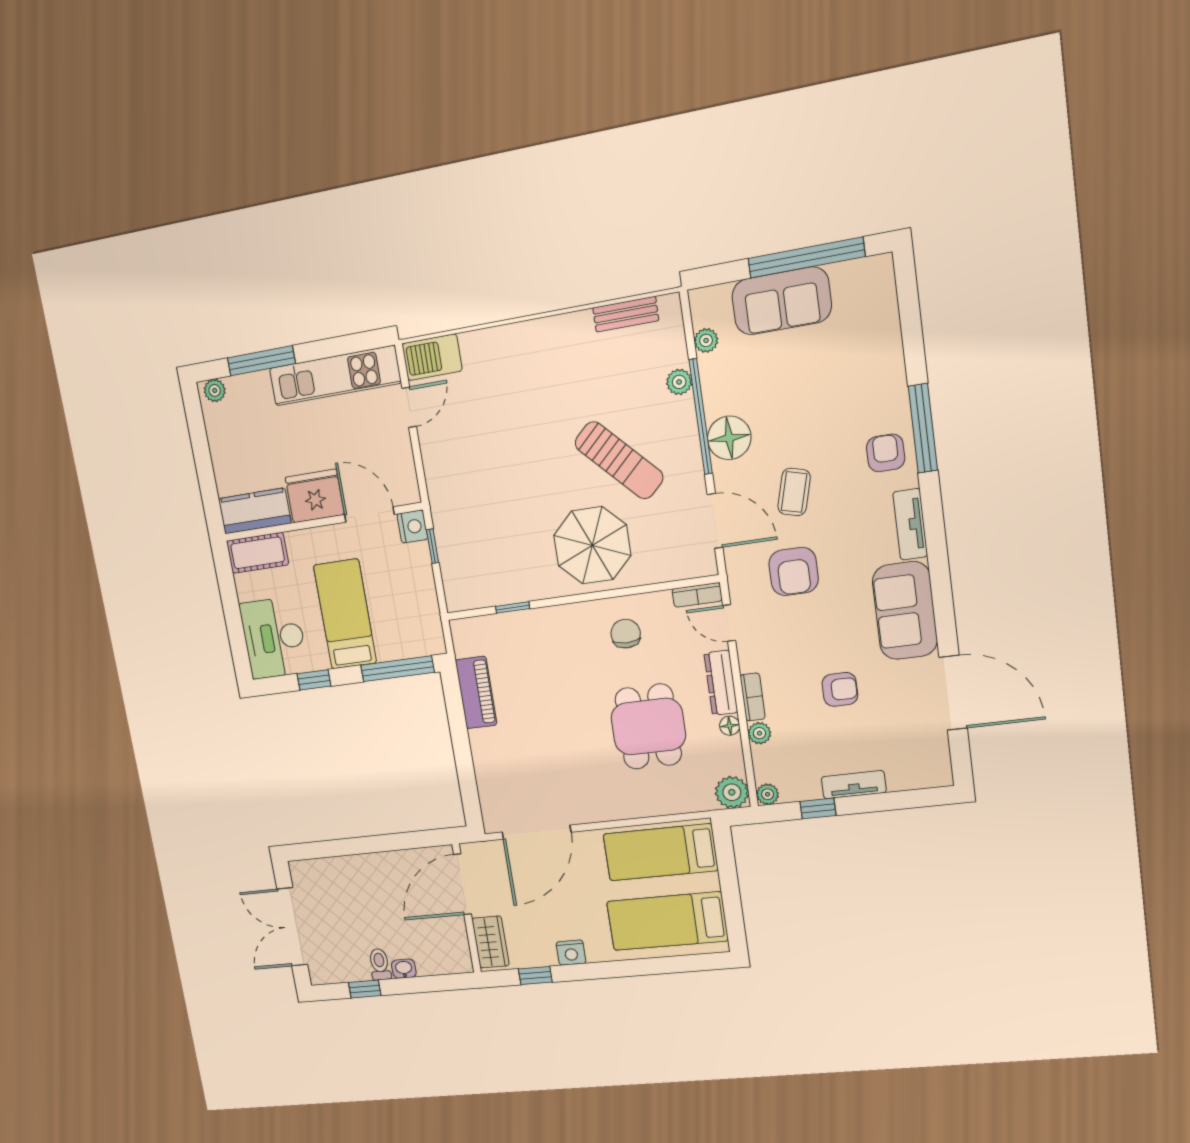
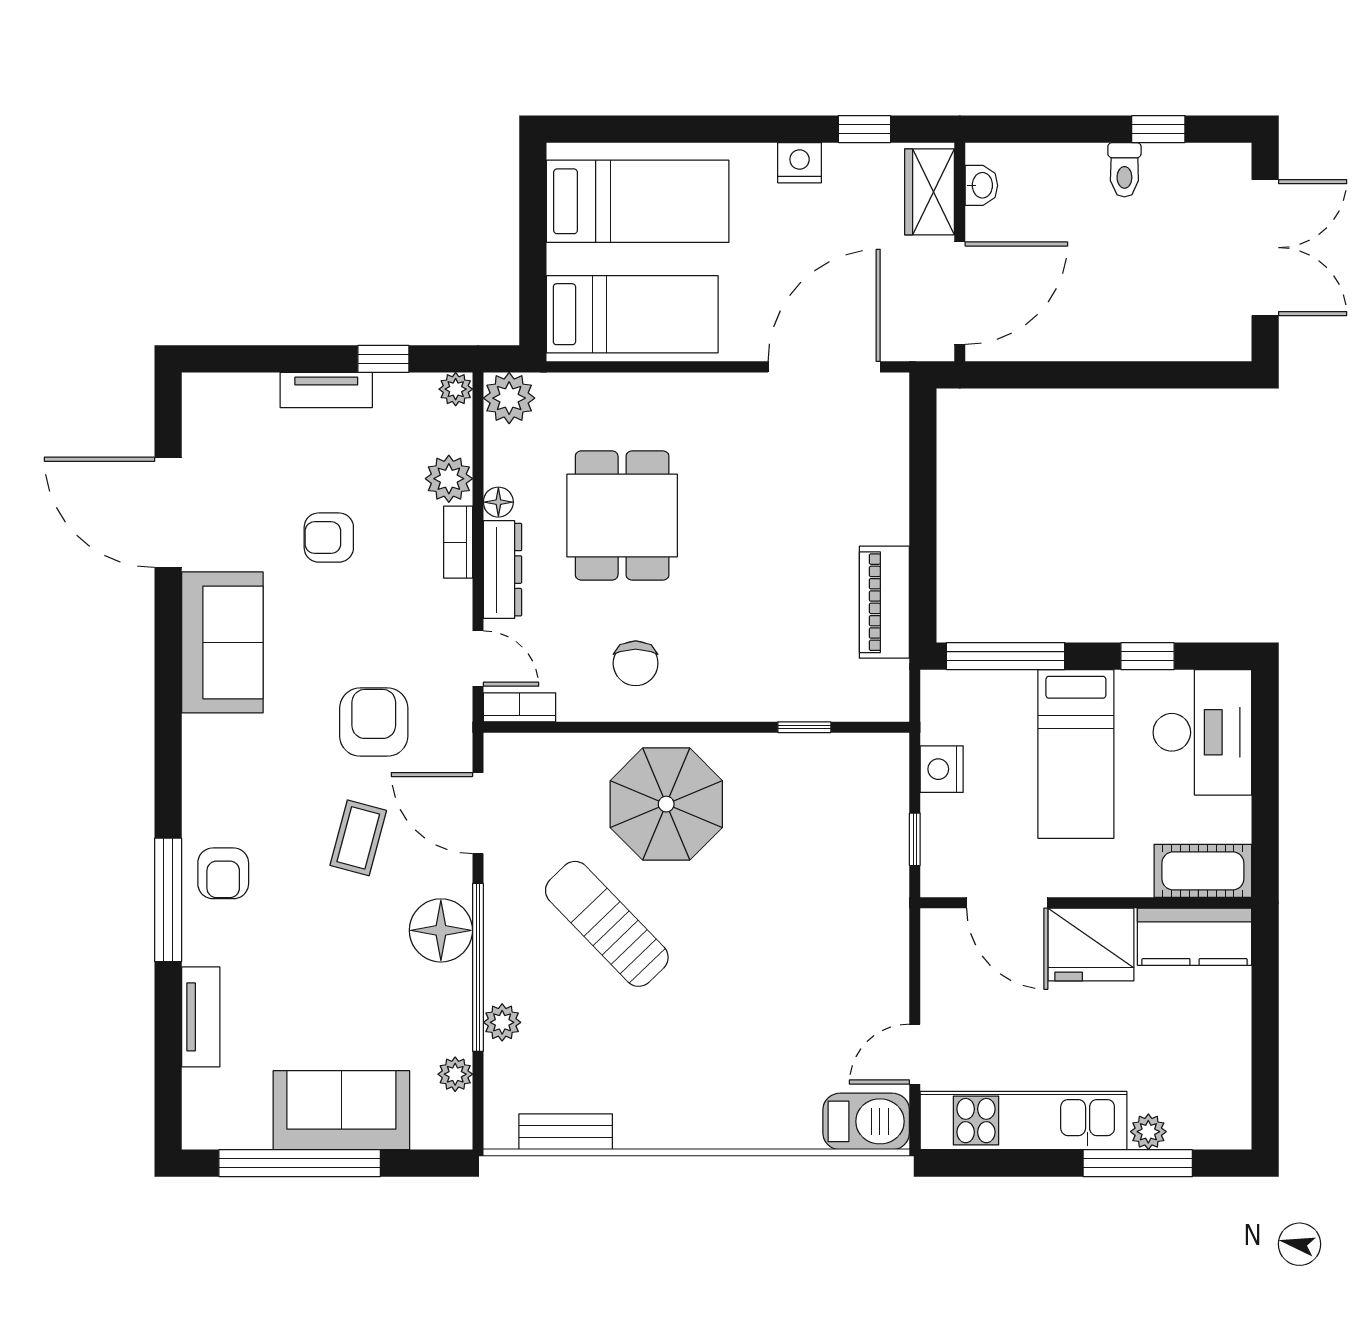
plant: (215, 390) -> (1148, 1132), moved
tv unit: (910, 524) -> (201, 1017), moved
nightstand: (412, 527) -> (942, 769), moved
plant: (759, 733) -> (449, 479), width x1.38, depth x1.38
washbasin: (404, 969) -> (981, 185), moved, turned -90

